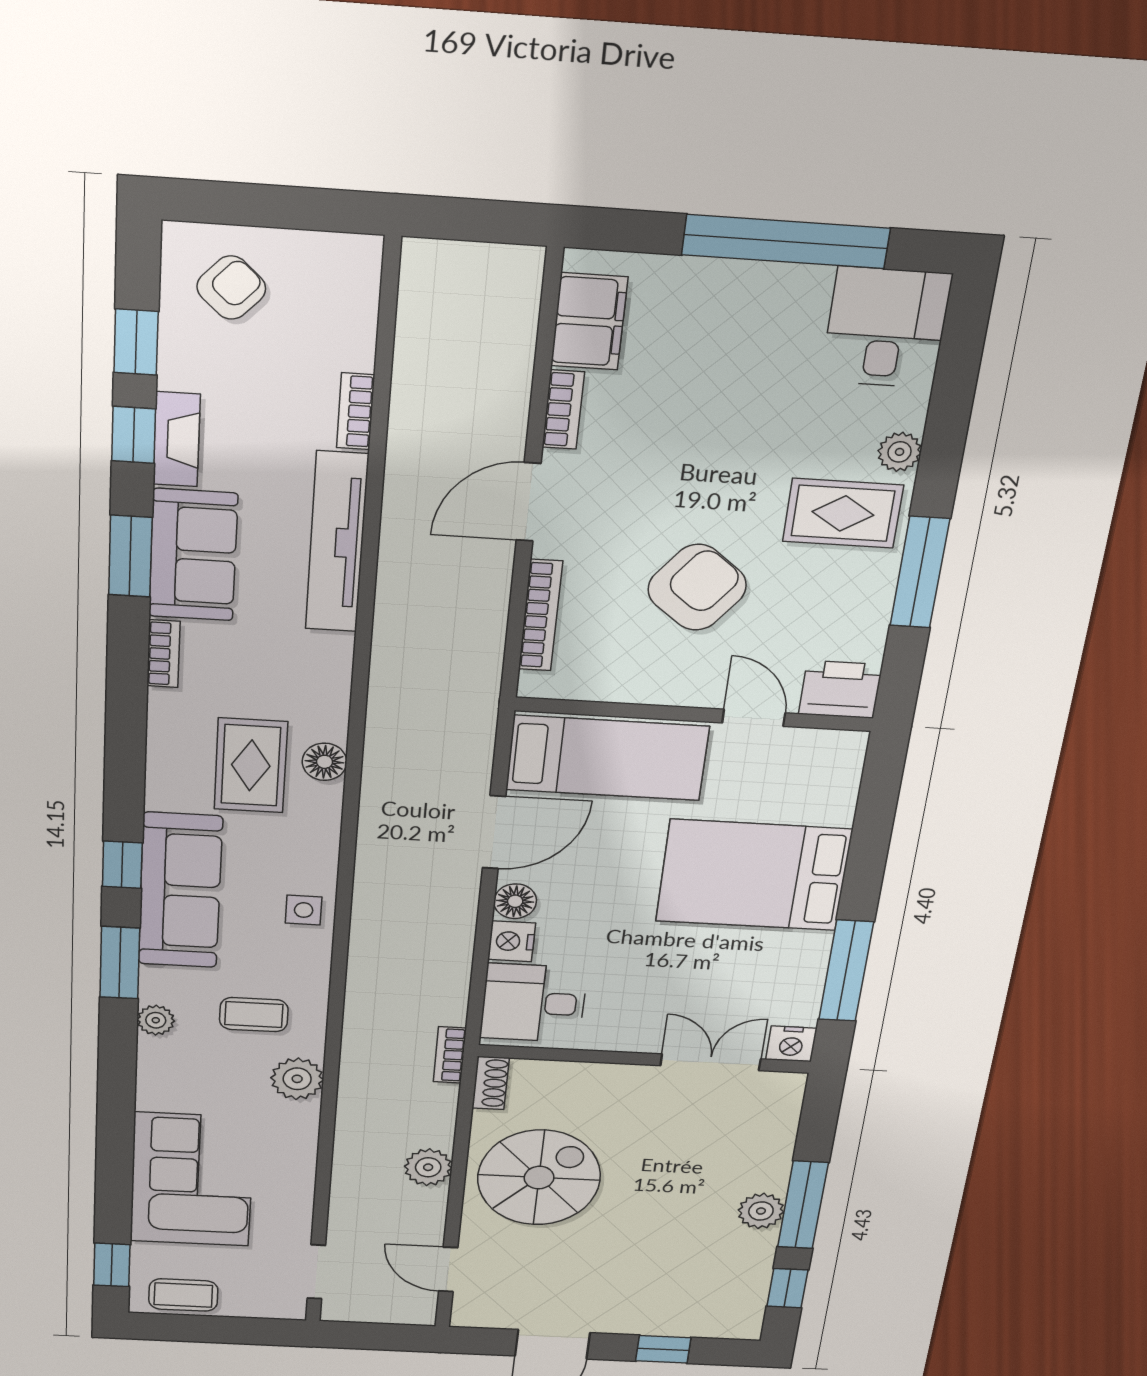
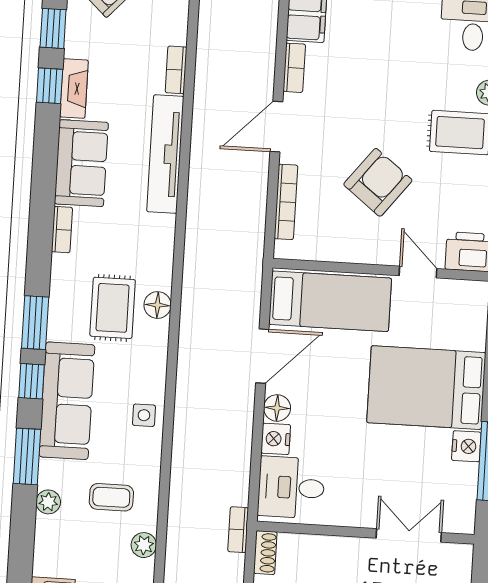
window: (130, 556) -> (35, 323), moved
nightstand: (791, 1044) -> (466, 446), moved, turned -90
plant: (297, 1079) -> (144, 545), width x0.73, depth x0.73

